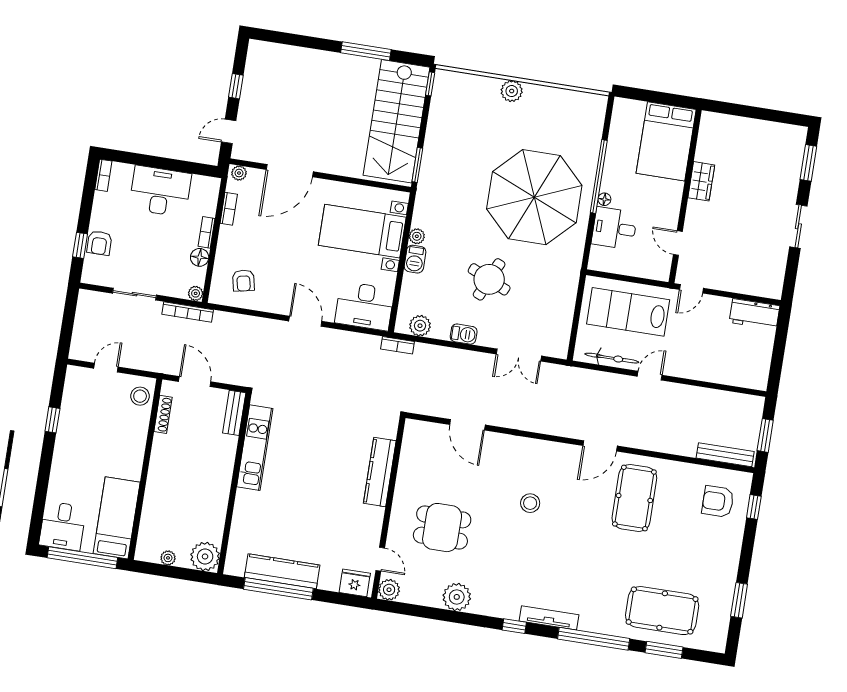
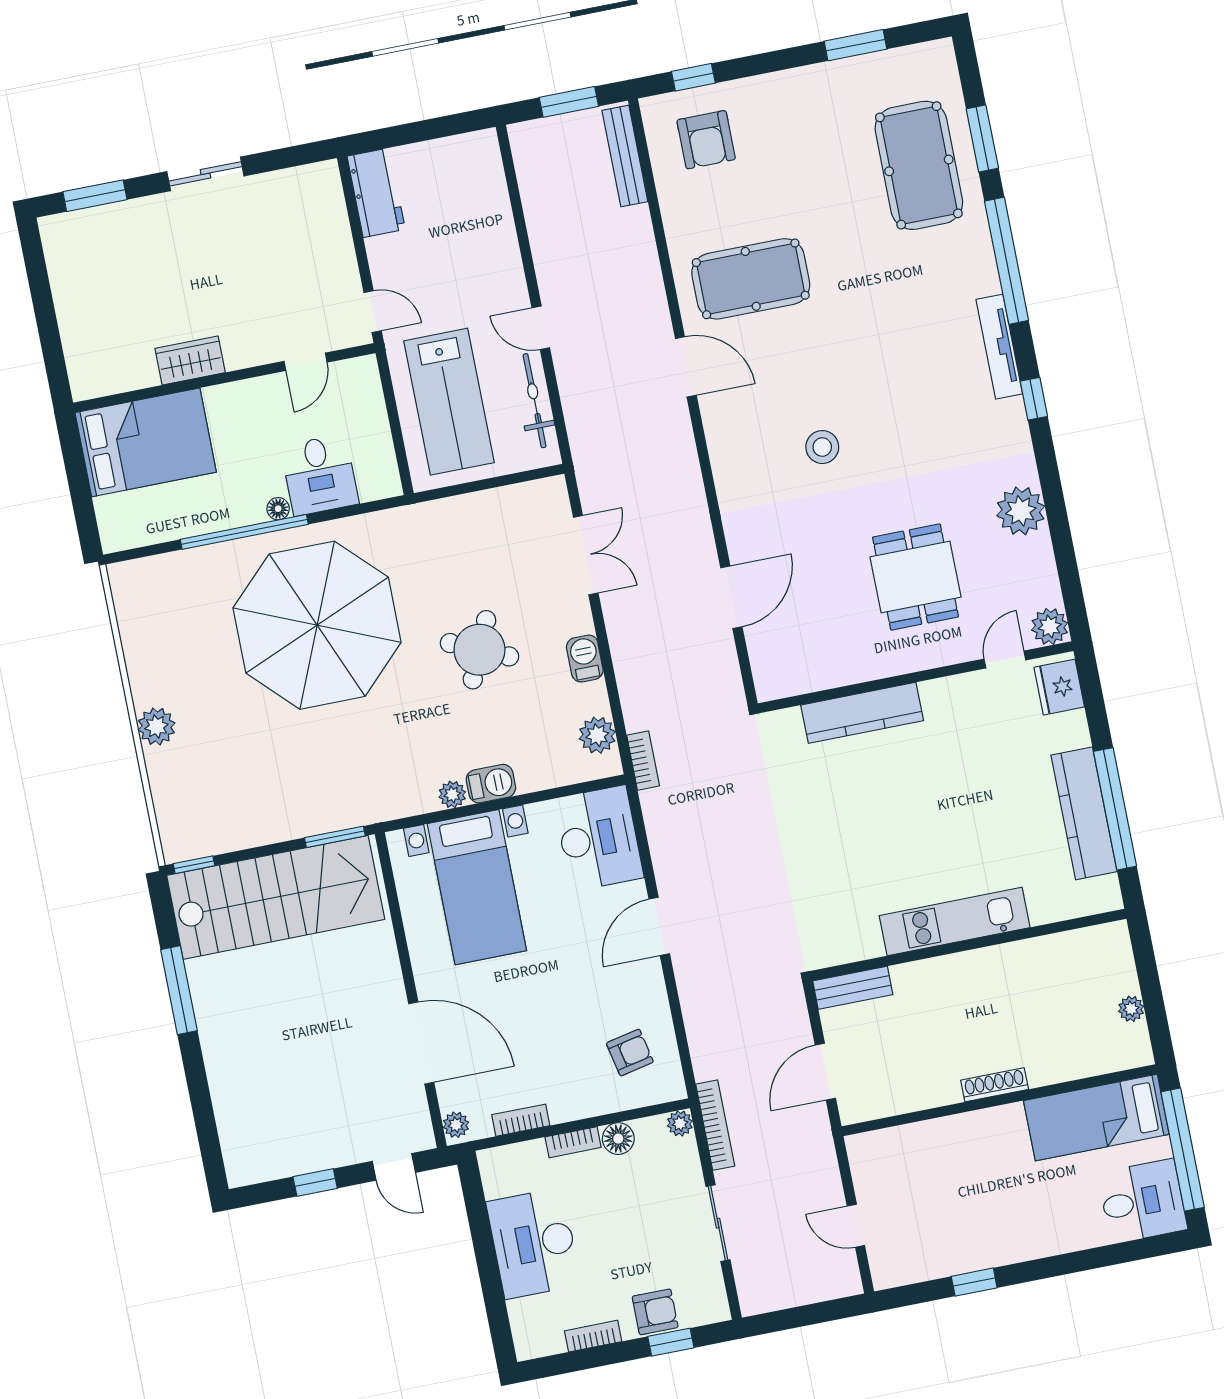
bookcase: (103, 175) -> (593, 1336), moved
stool: (140, 396) -> (882, 1153), removed
shoe rack: (163, 414) -> (995, 1085), moved
kitchen unit: (255, 448) -> (955, 922), moved
plant: (205, 556) -> (1106, 949), removed

